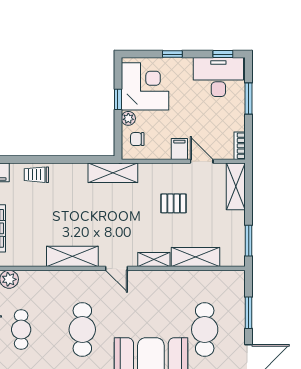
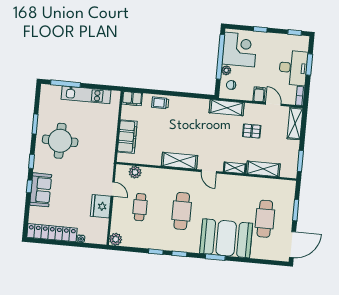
desk: (218, 77) -> (293, 68), moved, turned 90
window: (118, 99) -> (220, 57), width x3.17
shelving: (113, 173) -> (227, 108), moved

